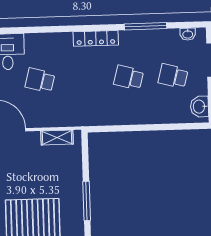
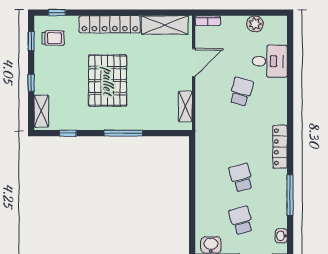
school desk: (173, 76) -> (241, 220), turned -30
school desk: (129, 77) -> (241, 177), turned -30

